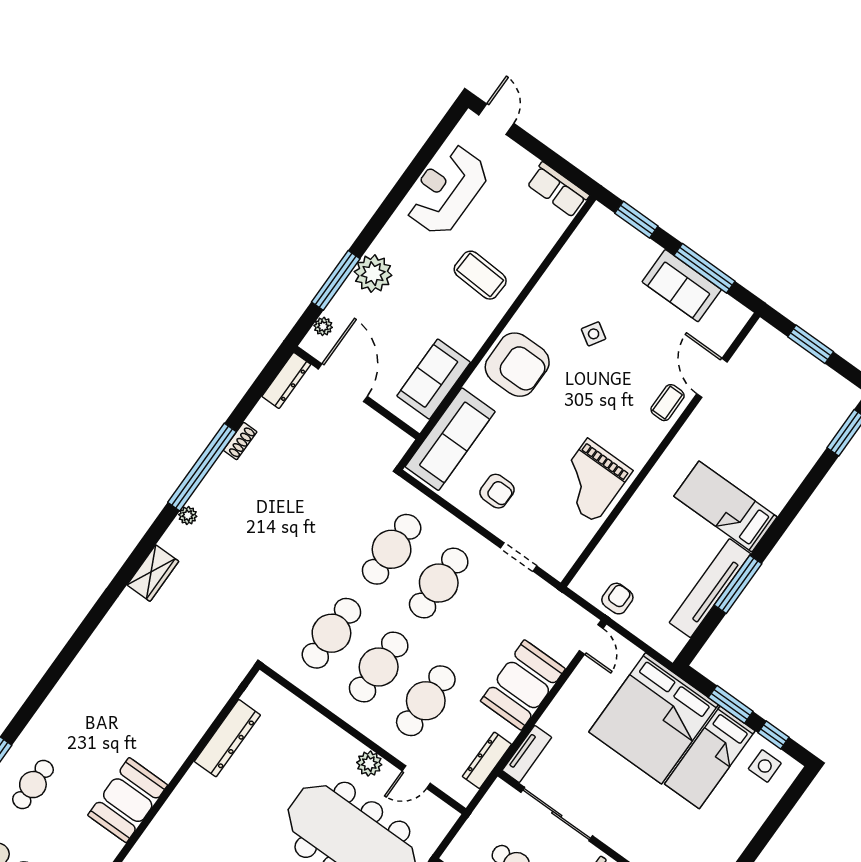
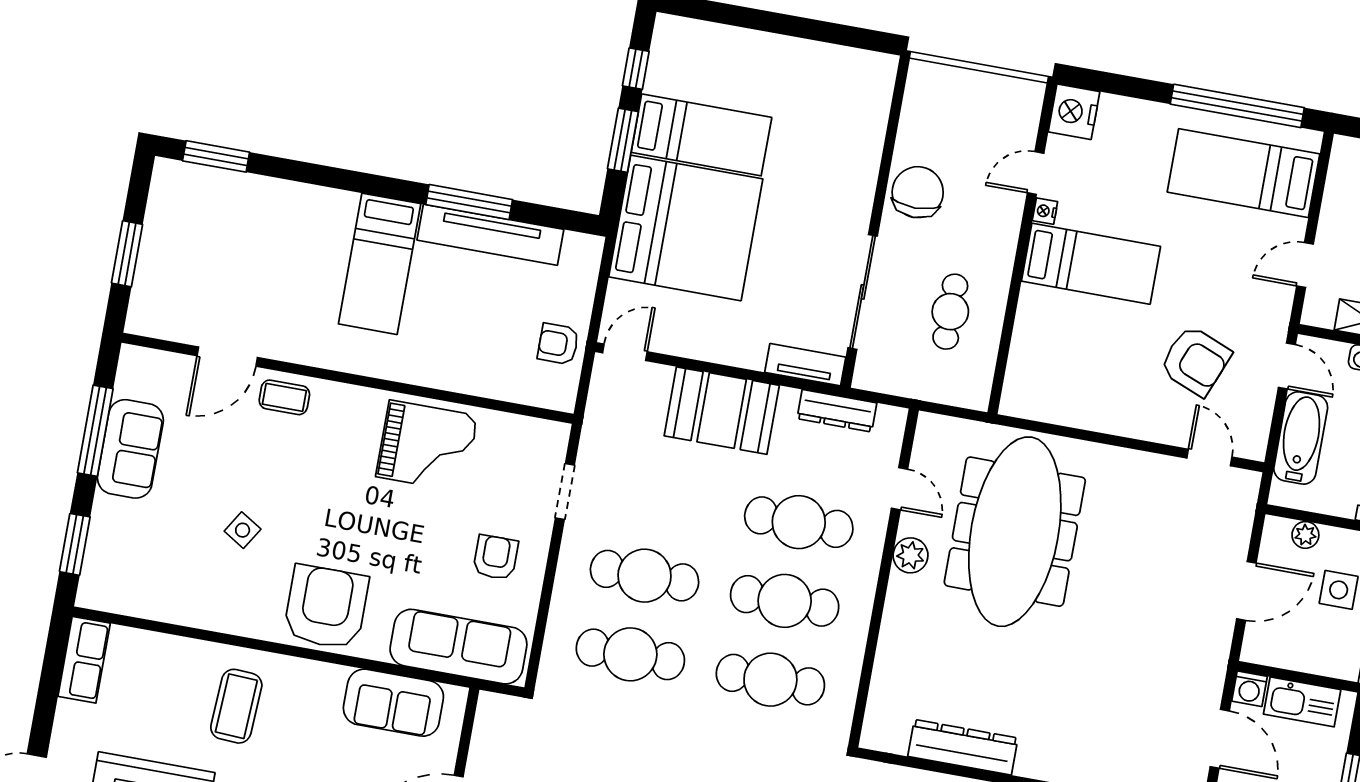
side table: (765, 766) -> (680, 61), removed

